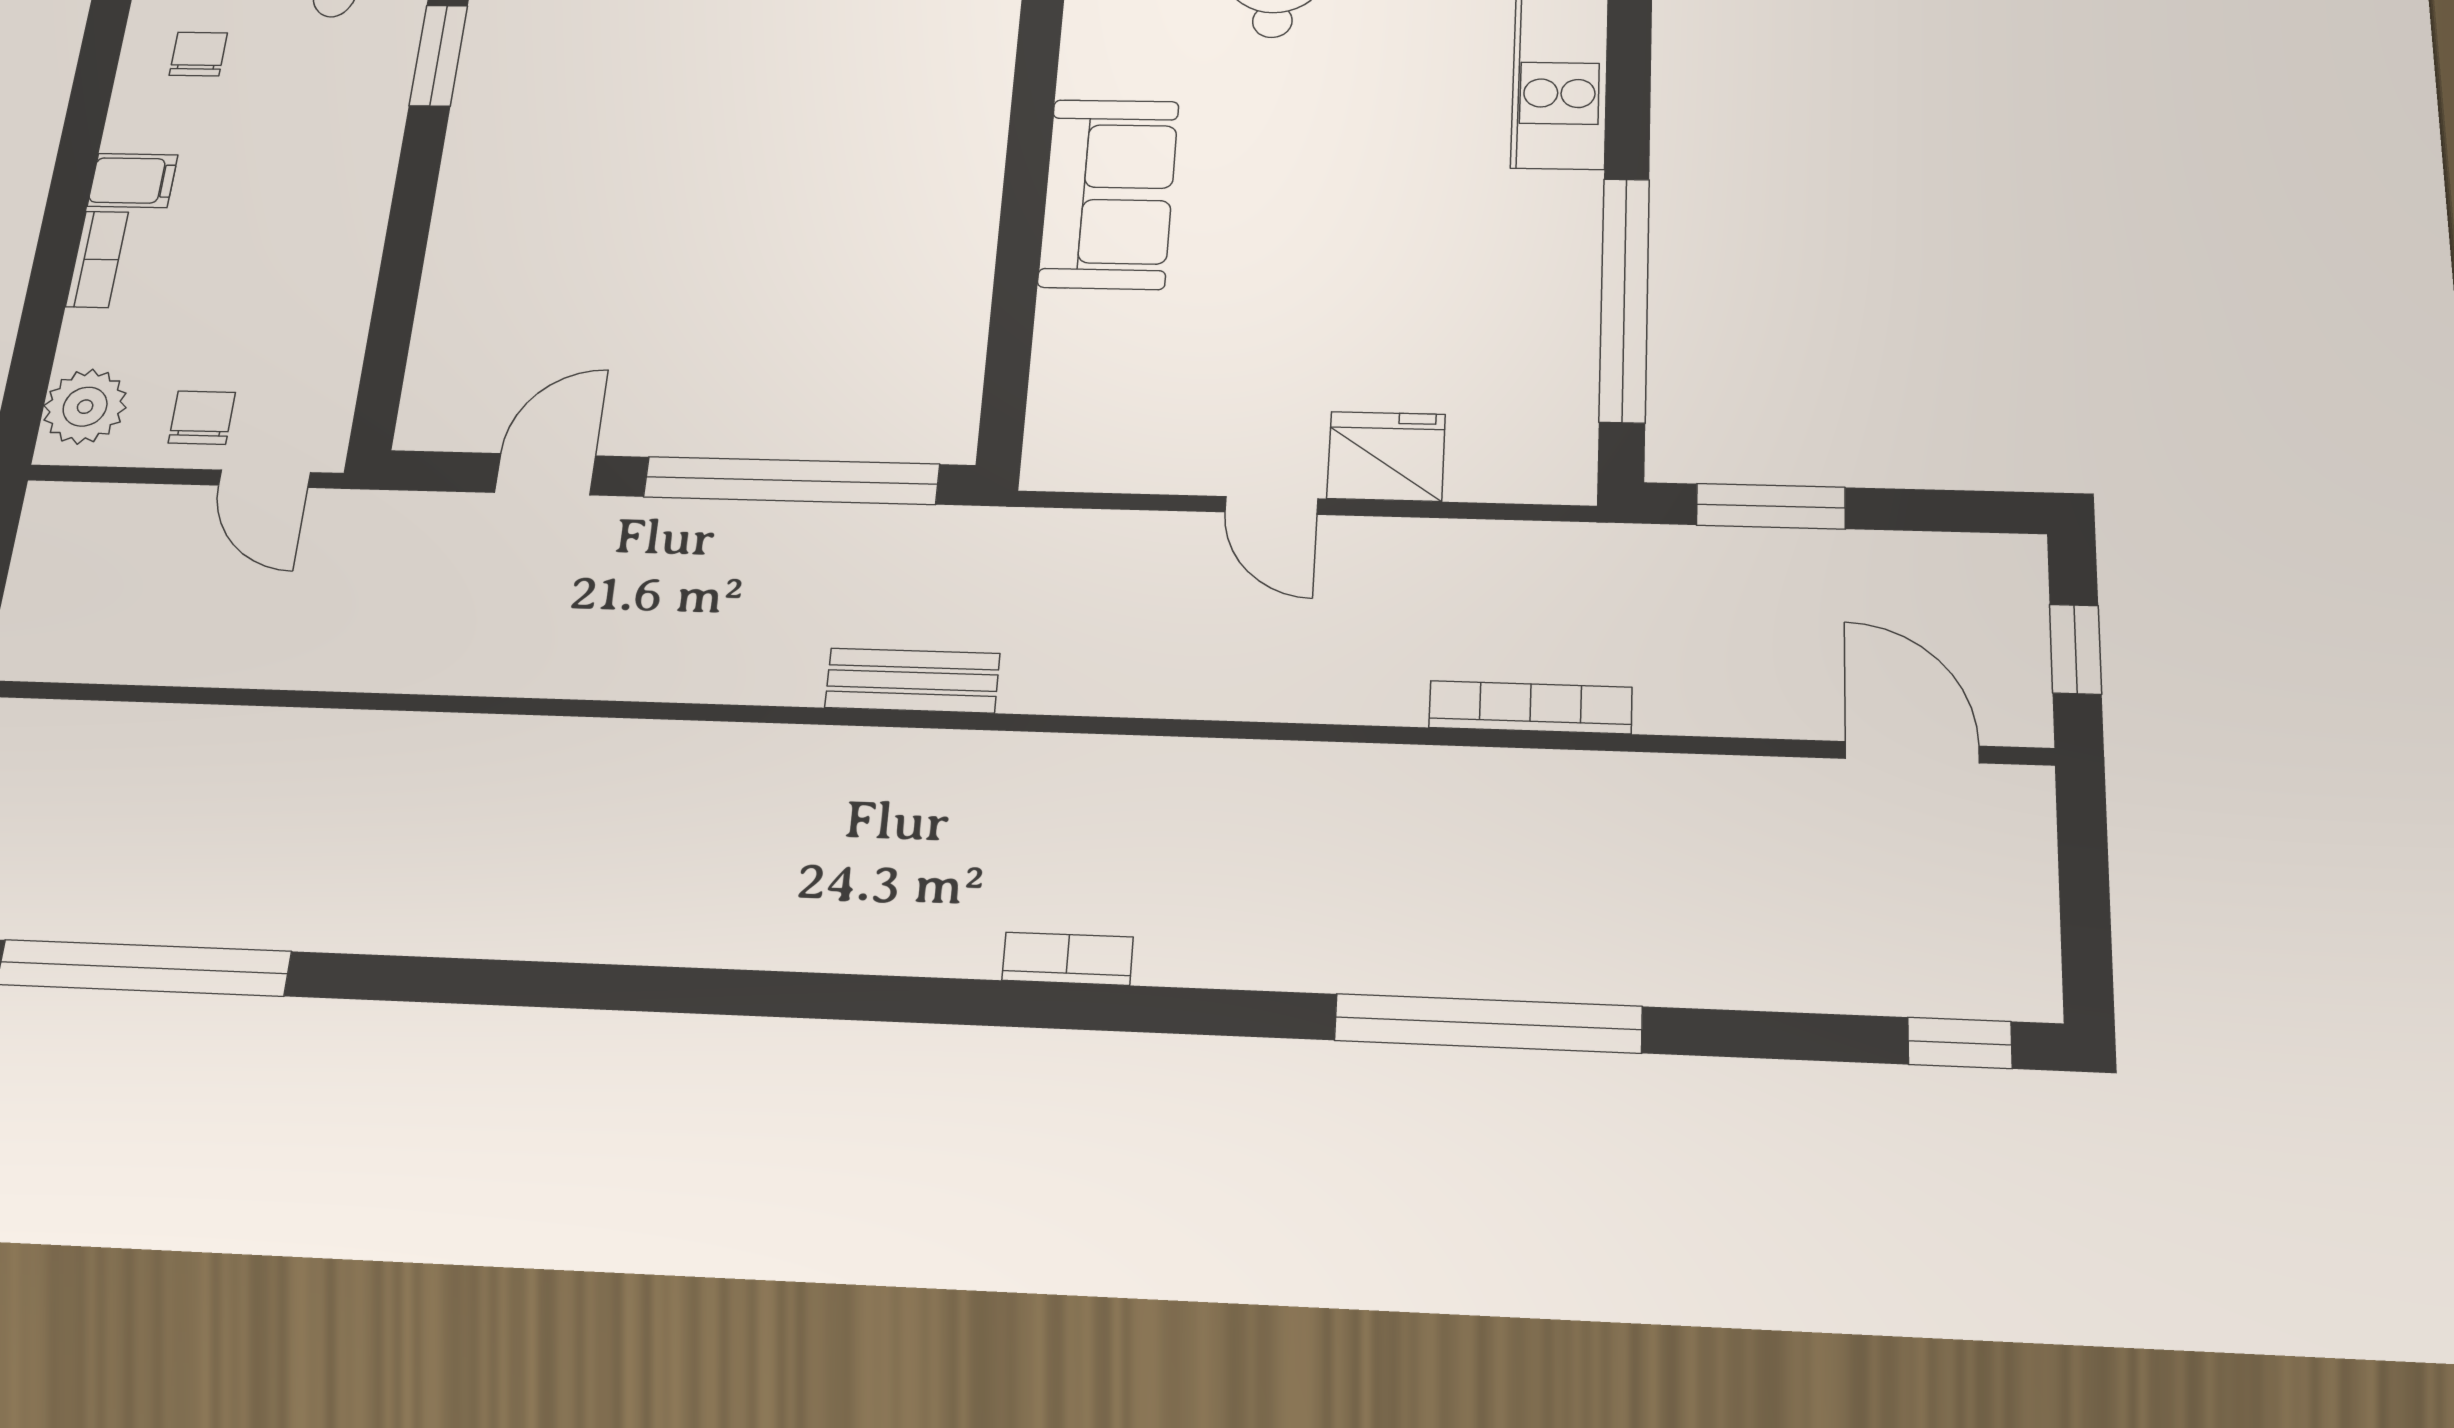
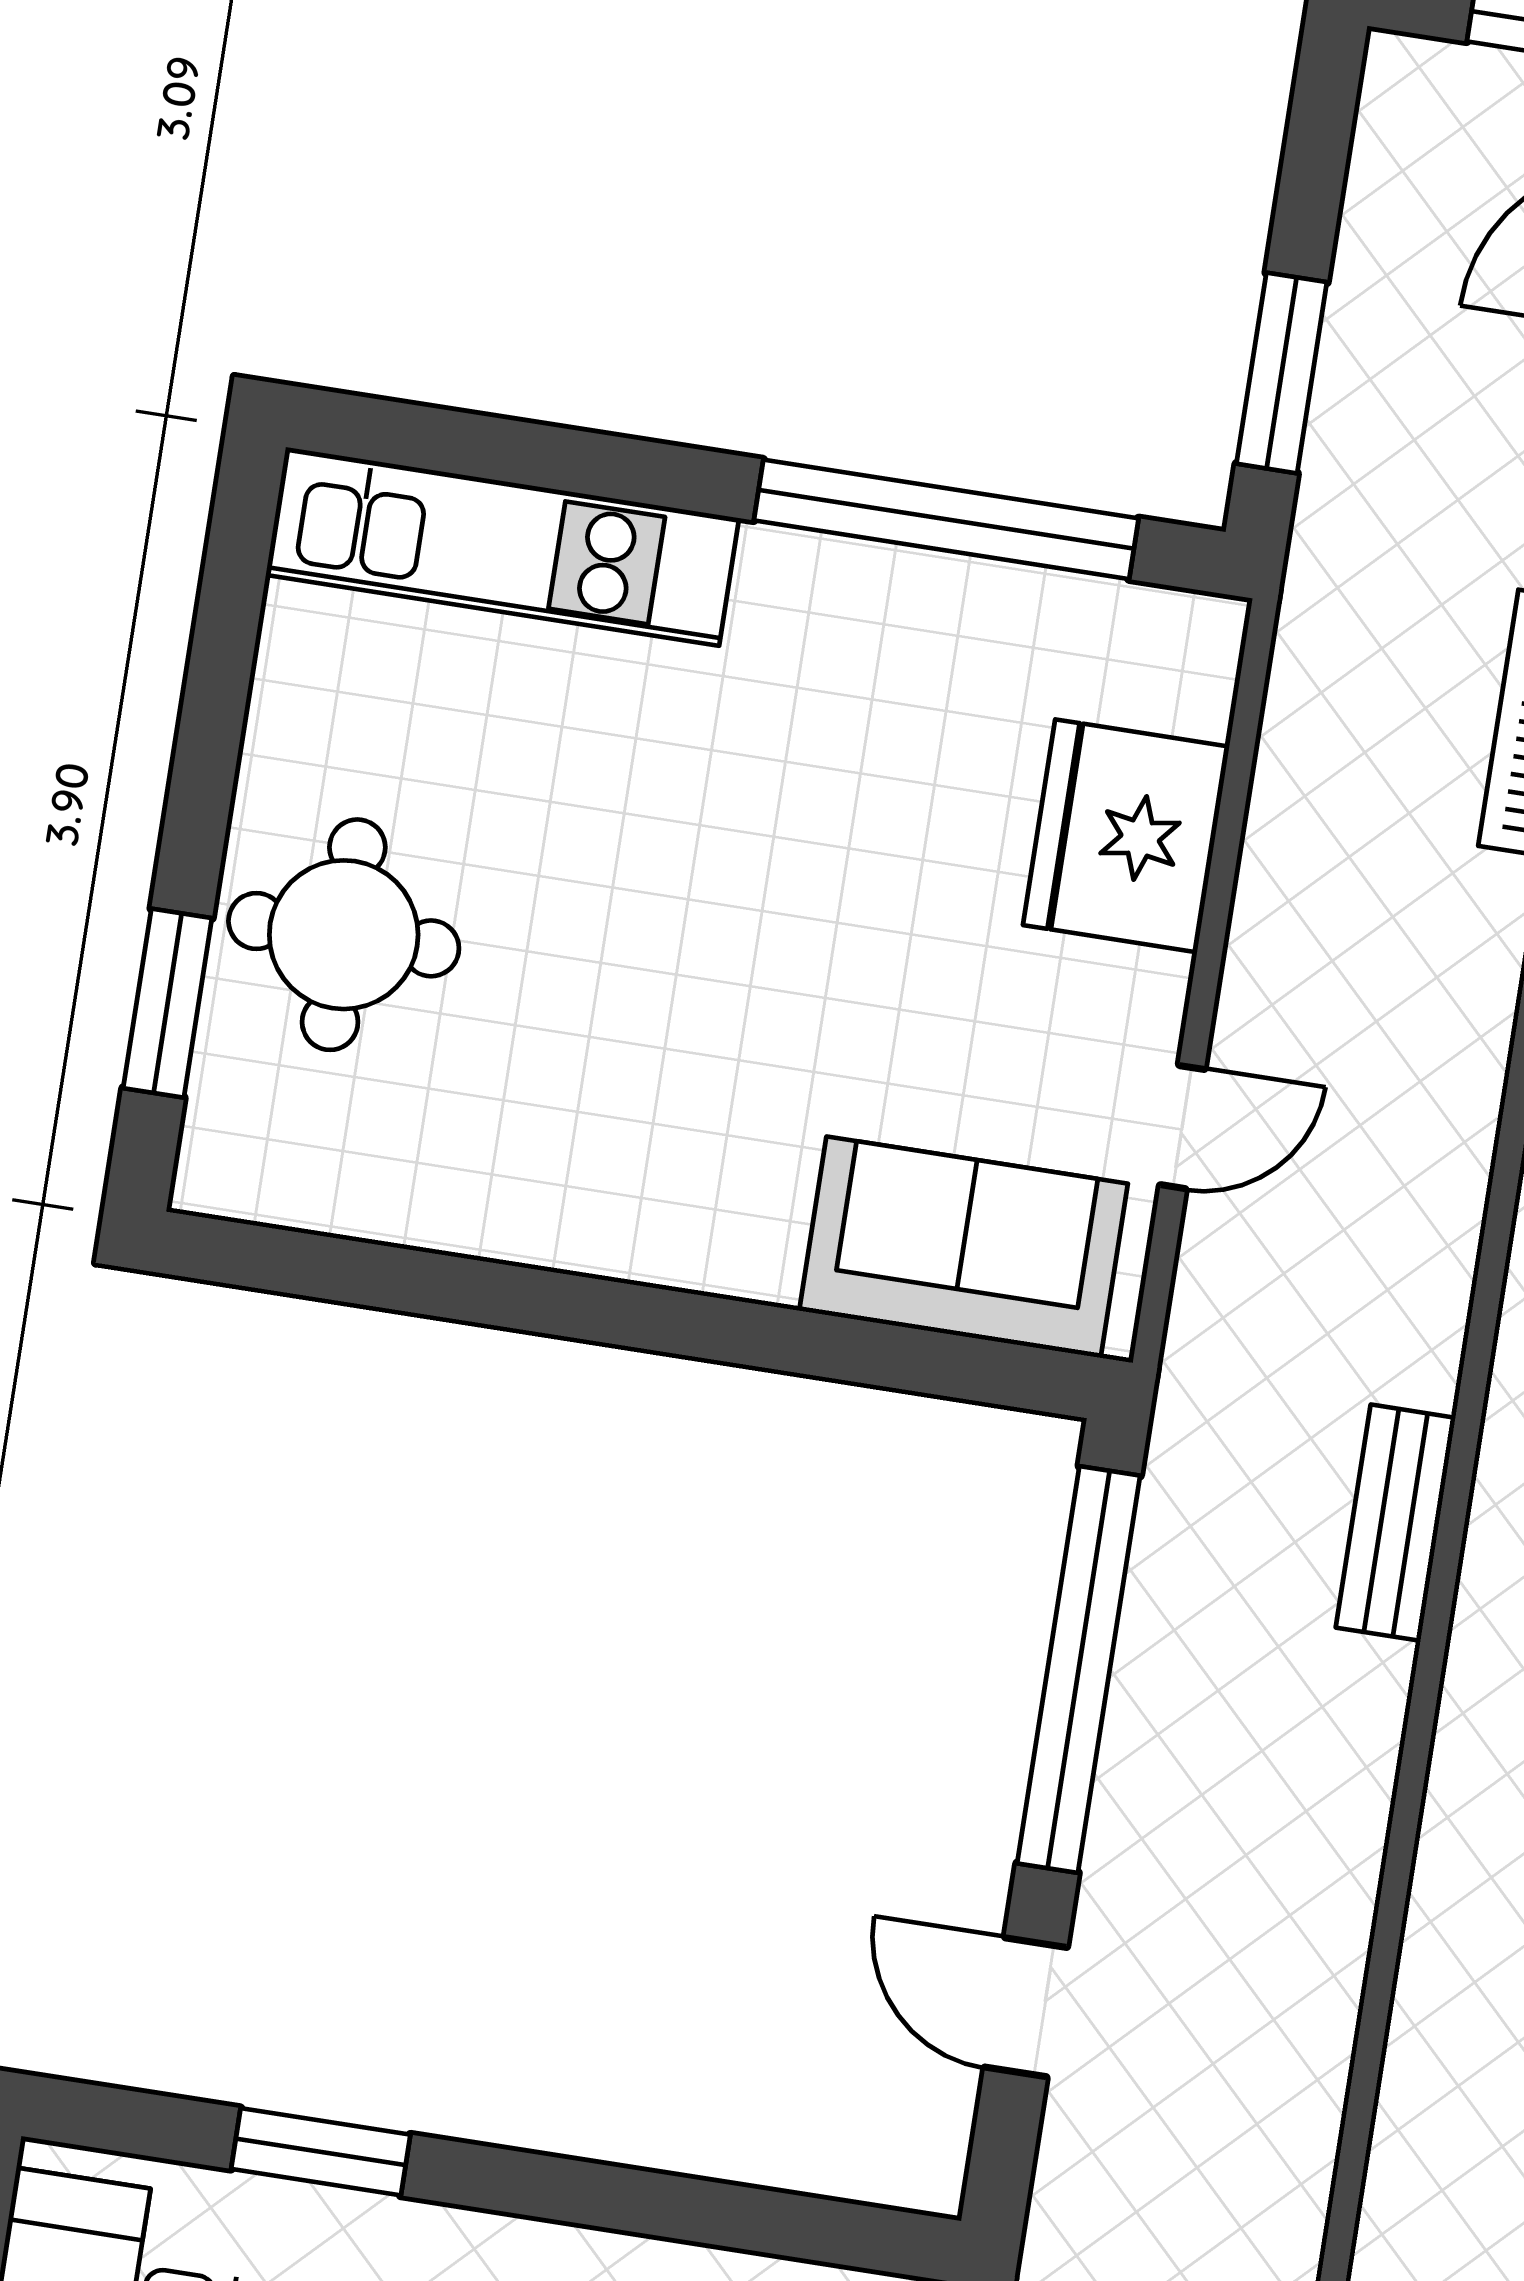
sofa: (1109, 194) -> (964, 1247), moved
fridge: (1386, 456) -> (1126, 836), width x1.36, depth x1.34
door: (1271, 505) -> (1182, 1127), moved

